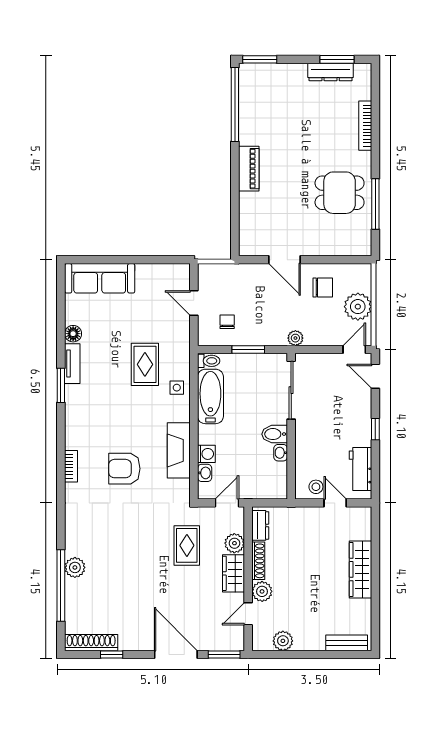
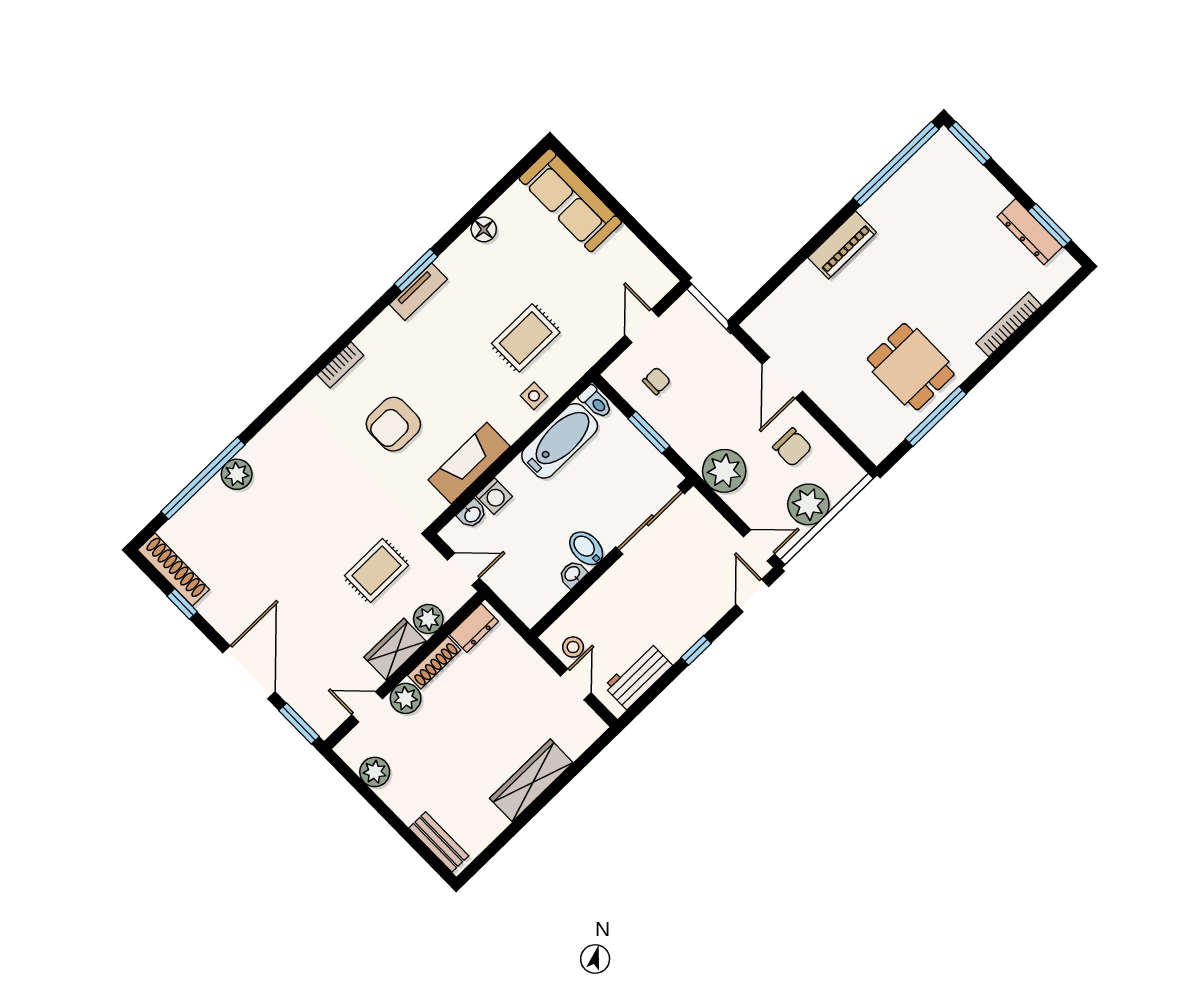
plant: (295, 338) -> (724, 471), width x1.87, depth x1.87
tv unit: (72, 364) -> (418, 292), moved
armchair: (124, 469) -> (393, 424), turned -90

